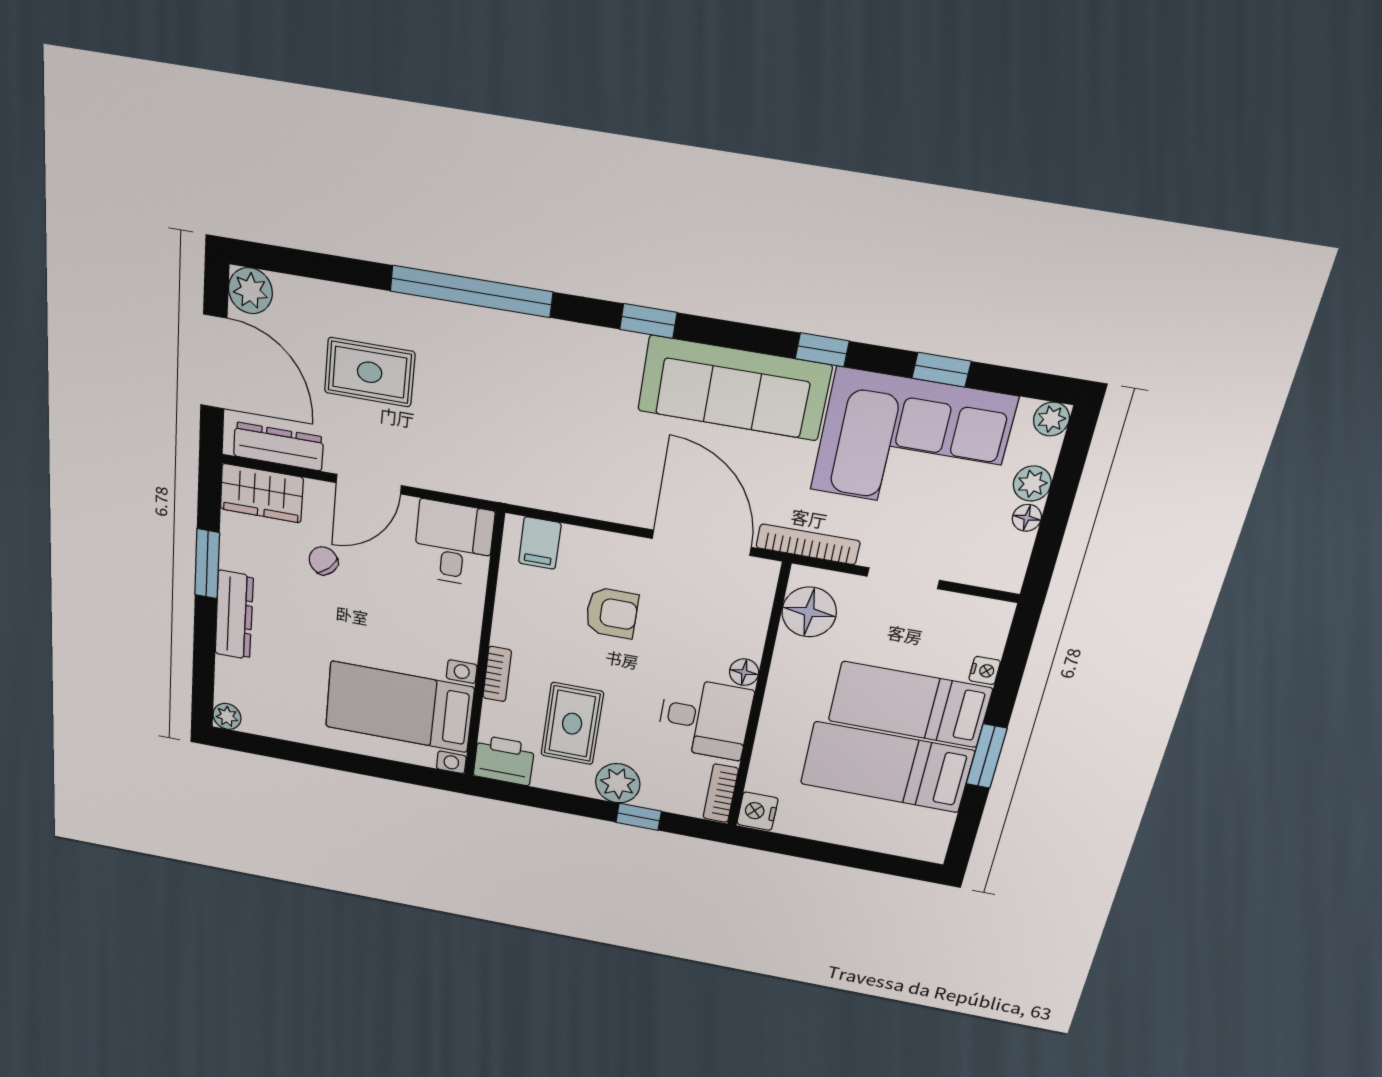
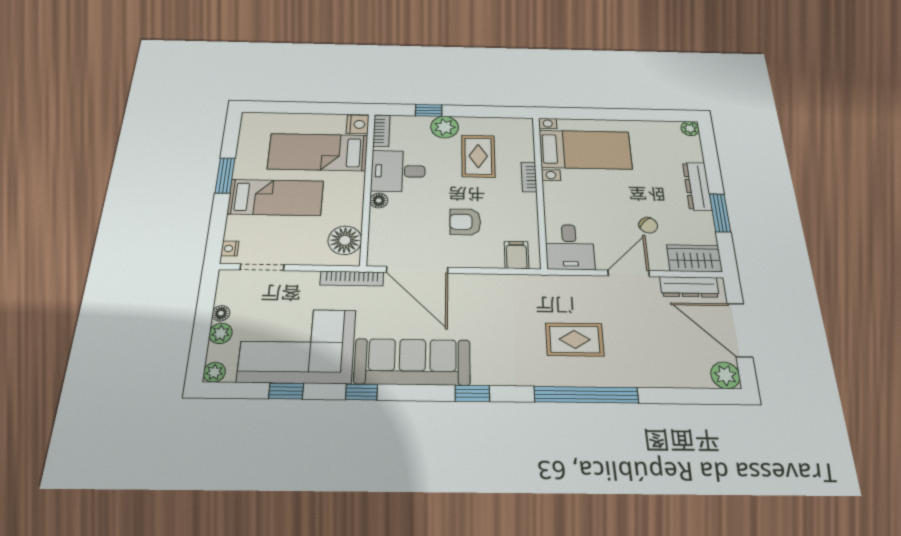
rug: (370, 372) -> (575, 339), moved
doorway: (903, 578) -> (262, 267), moved
nightstand: (985, 671) -> (230, 248), moved
printer: (504, 760) -> (516, 129), removed
bed: (887, 767) -> (318, 152), moved, turned 180

